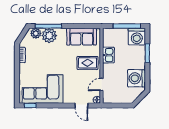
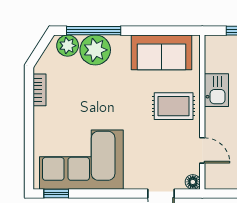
door: (101, 84) -> (202, 150), swing flipped

